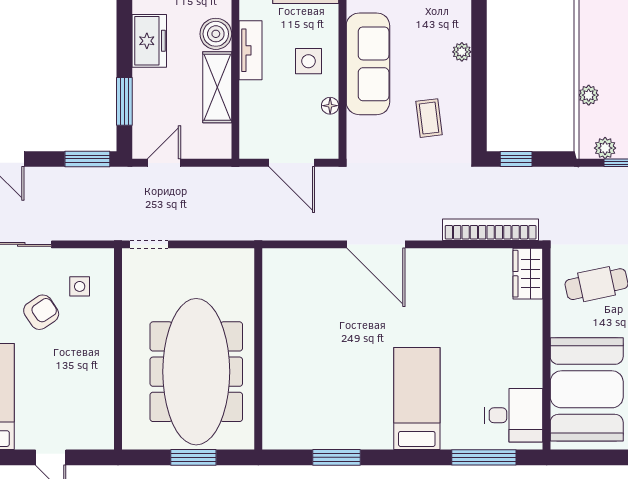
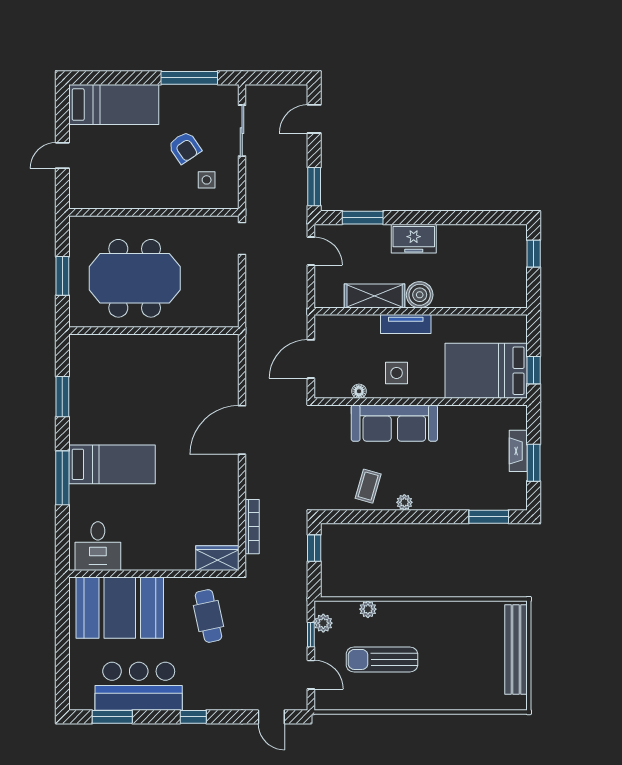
coffee table: (429, 118) -> (368, 486), moved, turned -67
bookcase: (491, 230) -> (252, 527), width x0.68, depth x0.76
meeting table: (196, 372) -> (135, 278), width x0.73
window: (484, 457) -> (62, 478), moved

